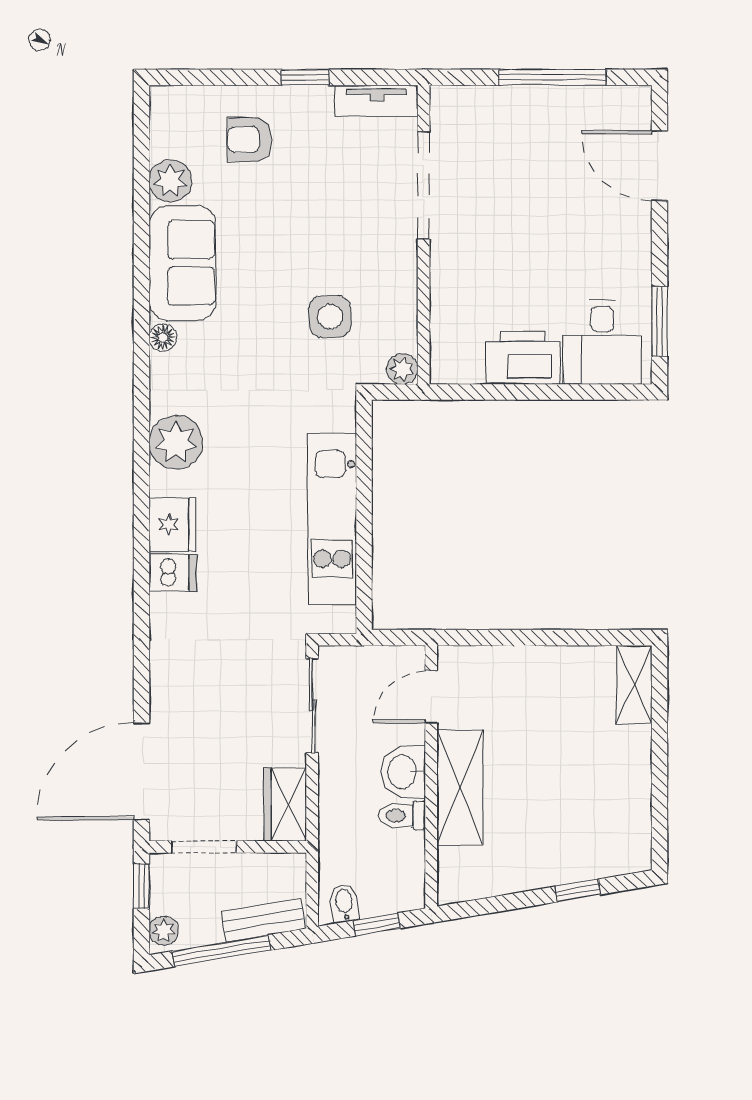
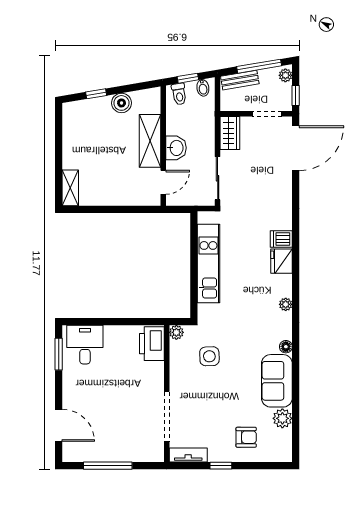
printer: (523, 358) -> (152, 344), moved, turned 90
plant: (176, 442) -> (286, 304), width x0.53, depth x0.53
toilet: (402, 816) -> (179, 94), moved, turned 80
boiler: (522, 870) -> (121, 103), added

